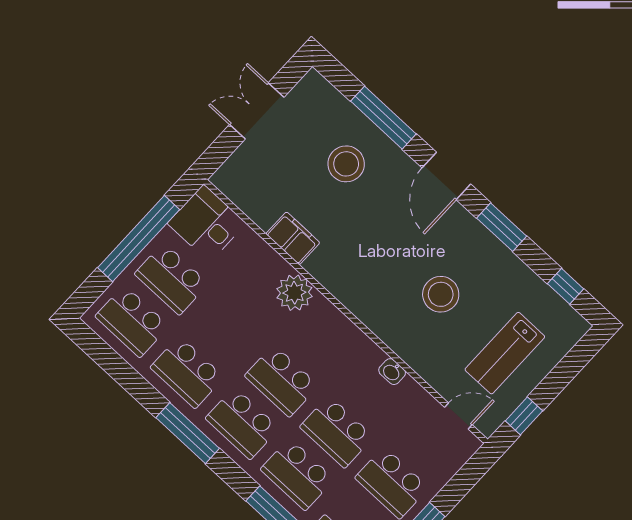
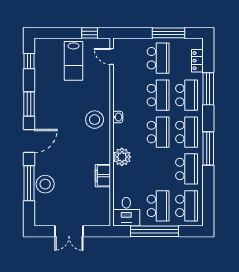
stool: (346, 164) -> (45, 184), moved
stool: (441, 294) -> (95, 120), moved
lab bench: (505, 353) -> (73, 61), turned 90
washbasin: (392, 372) -> (118, 117), moved

